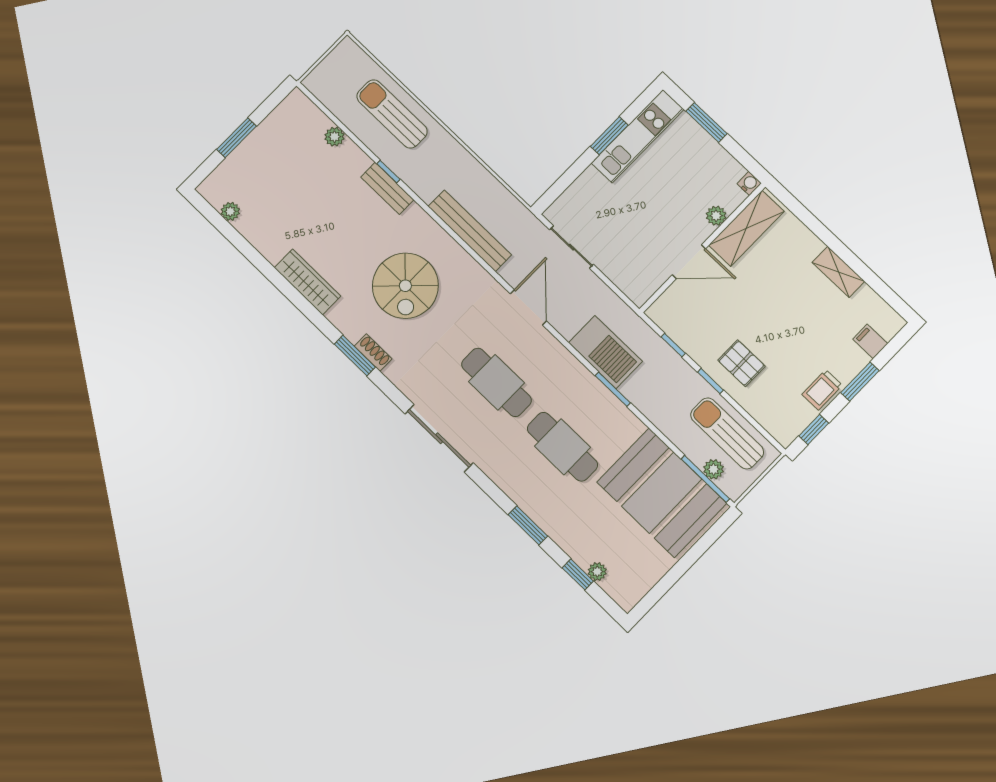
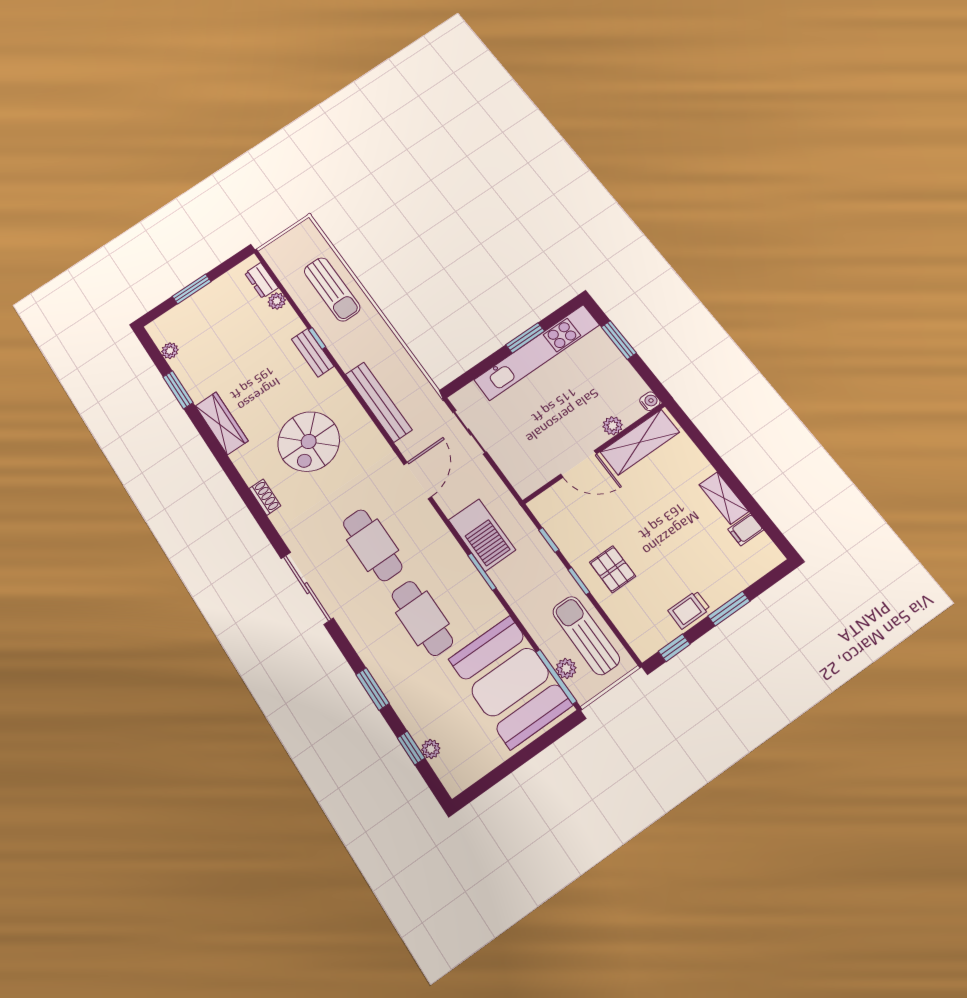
sun lounger: (392, 114) -> (332, 289), turned 180
dresser: (312, 116) -> (262, 280), added
kitchen unit: (638, 136) -> (537, 352), width x1.36
filing cabinet: (870, 341) -> (746, 530), moved, turned -90
window: (355, 356) -> (178, 390), moved

